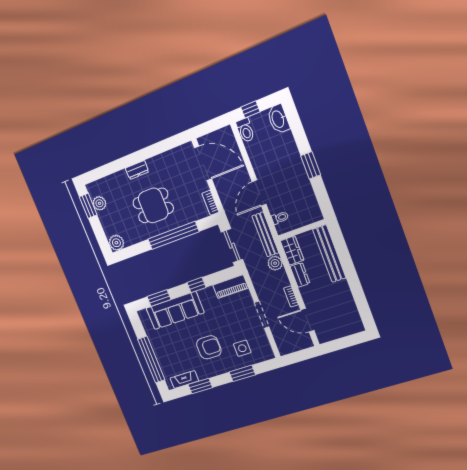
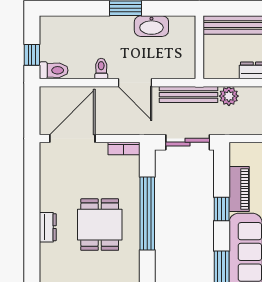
washbasin: (278, 119) -> (151, 26), moved
toilet: (280, 218) -> (101, 69), moved
wardrobe: (292, 250) -> (220, 69), removed
piano: (231, 287) -> (239, 189), moved

